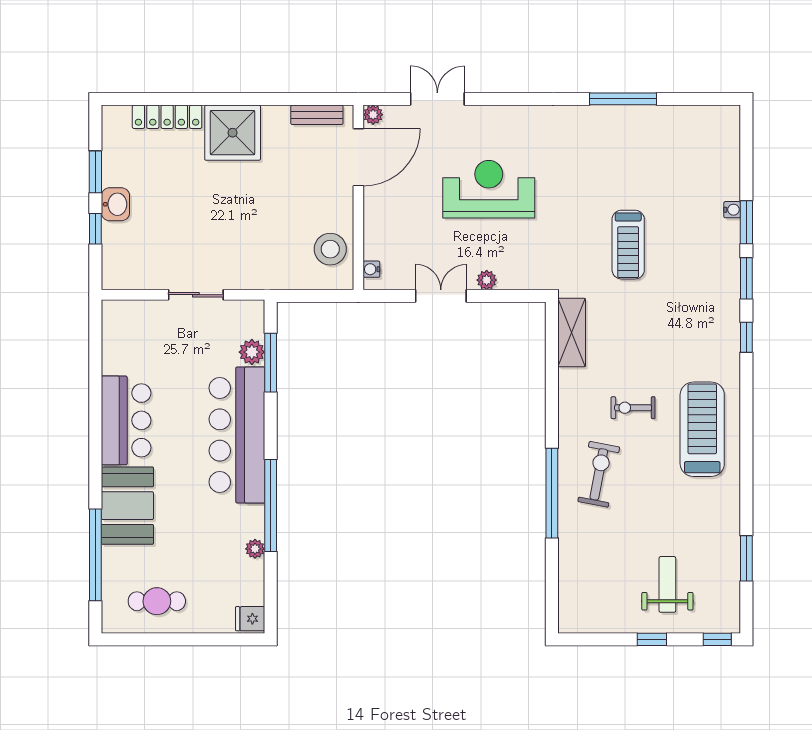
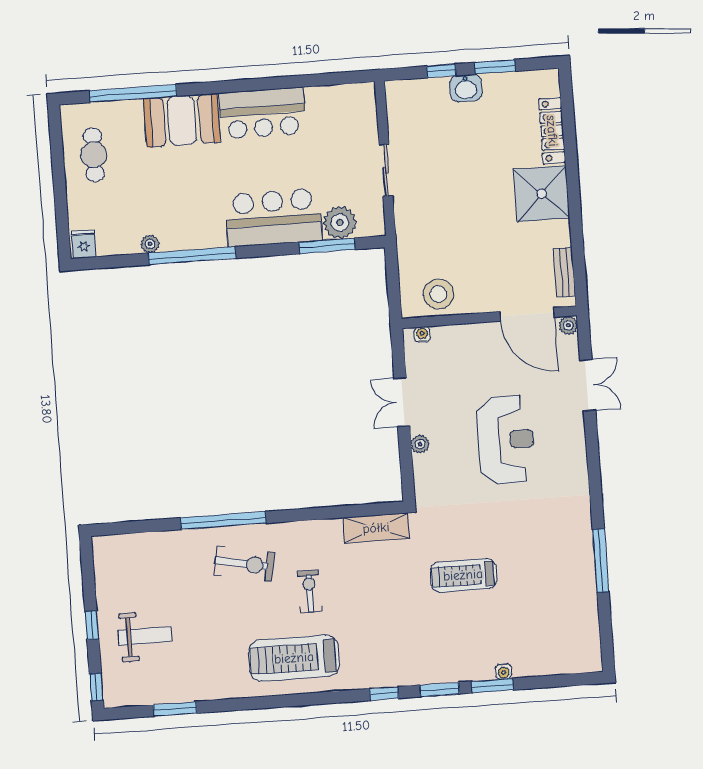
double door: (441, 296) -> (402, 402), swing flipped
plant: (252, 352) -> (340, 222), width x1.36, depth x1.36
treadmill: (702, 429) -> (294, 658), turned 180
bar counter: (237, 435) -> (273, 218), width x0.73

